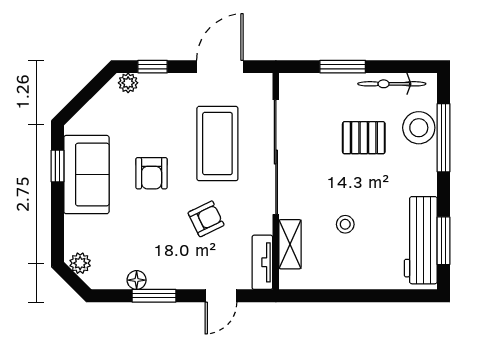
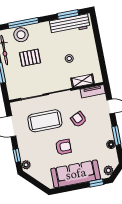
pallet: (364, 138) -> (30, 58), turned 90
window: (58, 166) -> (96, 183), moved
sofa: (86, 175) -> (76, 174), width x1.36

